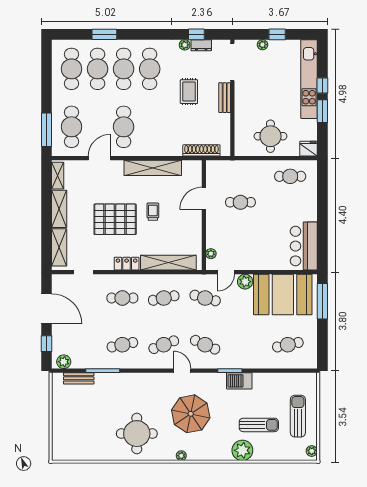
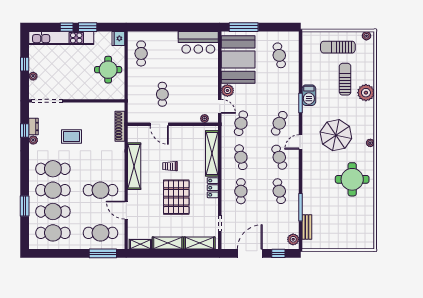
bench: (225, 98) -> (76, 107), removed

